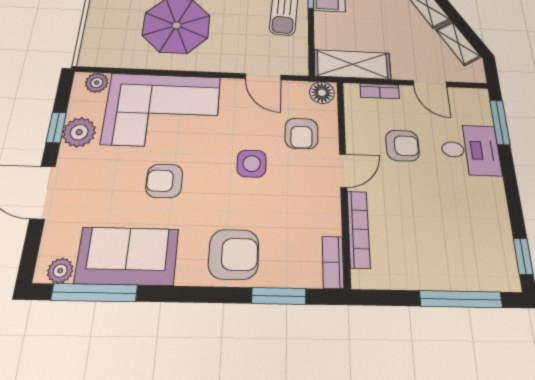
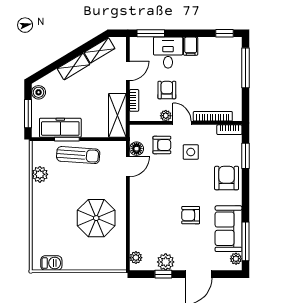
floor lamp: (322, 93) -> (137, 149), moved
corner sofa: (162, 110) -> (151, 220), removed
plant: (356, 142) -> (166, 116), added
side table: (252, 164) -> (191, 152), moved
armchair: (164, 181) -> (191, 215), turned 90
filing cabinet: (488, 190) -> (191, 46), added

